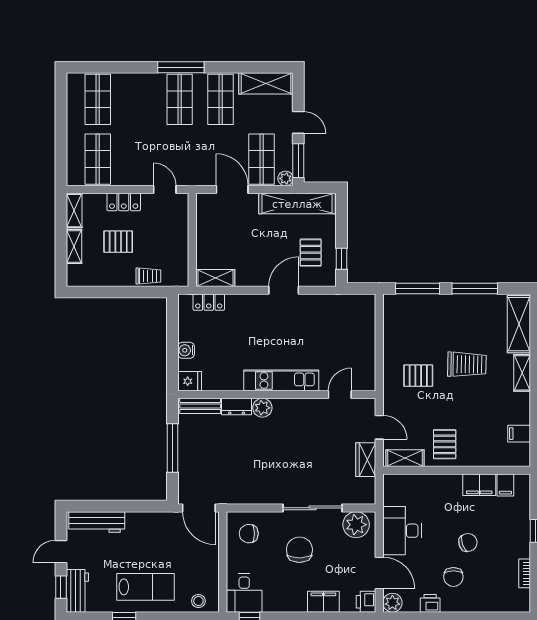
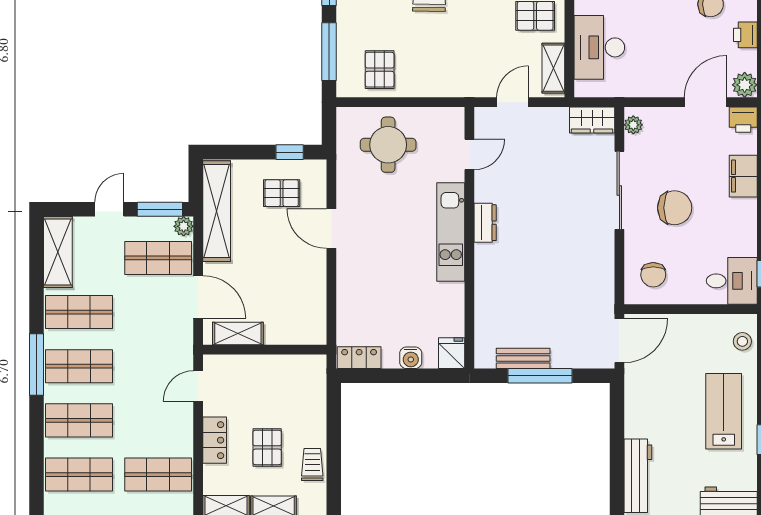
shop shelf: (139, 99) -> (79, 420), added
door: (232, 190) -> (198, 297), swing flipped
trolley: (148, 276) -> (312, 464), moved
shelving: (216, 278) -> (238, 333), moved, turned 90
locker: (209, 302) -> (359, 358), moved, turned -90
round table: (347, 333) -> (388, 145), added
pallet: (418, 376) -> (380, 70), moved
door: (340, 395) -> (469, 154), swing flipped
bench: (200, 406) -> (523, 358), moved, turned 90
dresser: (237, 407) -> (485, 223), moved
plant: (262, 408) -> (487, 257), removed
wardrobe: (366, 460) -> (592, 120), moved
plant: (356, 525) -> (633, 125), width x0.53, depth x0.53
desk: (402, 531) -> (599, 47), moved, turned 90
chair: (299, 550) -> (675, 208), turned 180

